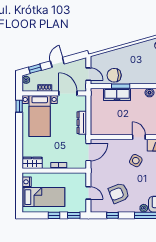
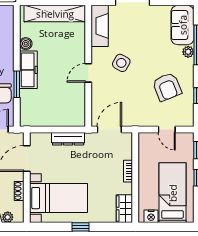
freezer: (117, 94) -> (28, 70), moved
window: (19, 106) -> (81, 227), moved
door: (139, 137) -> (88, 73), moved
door: (88, 152) -> (109, 130), hinge flipped
door: (88, 193) -> (167, 130), swing flipped

